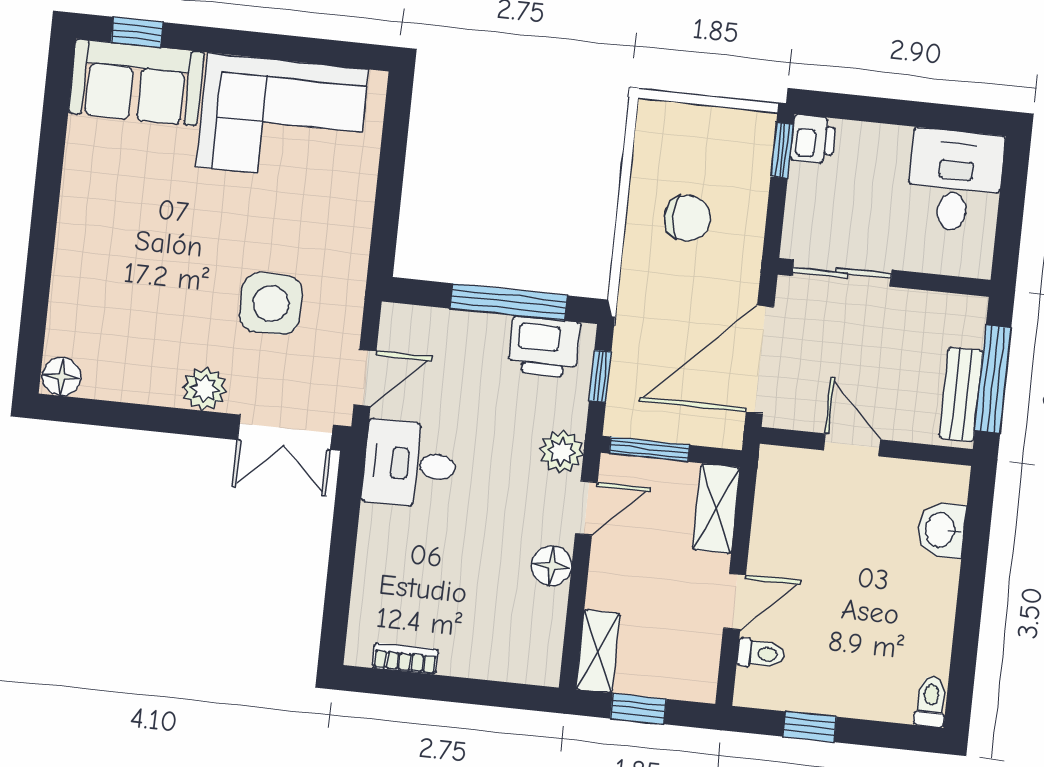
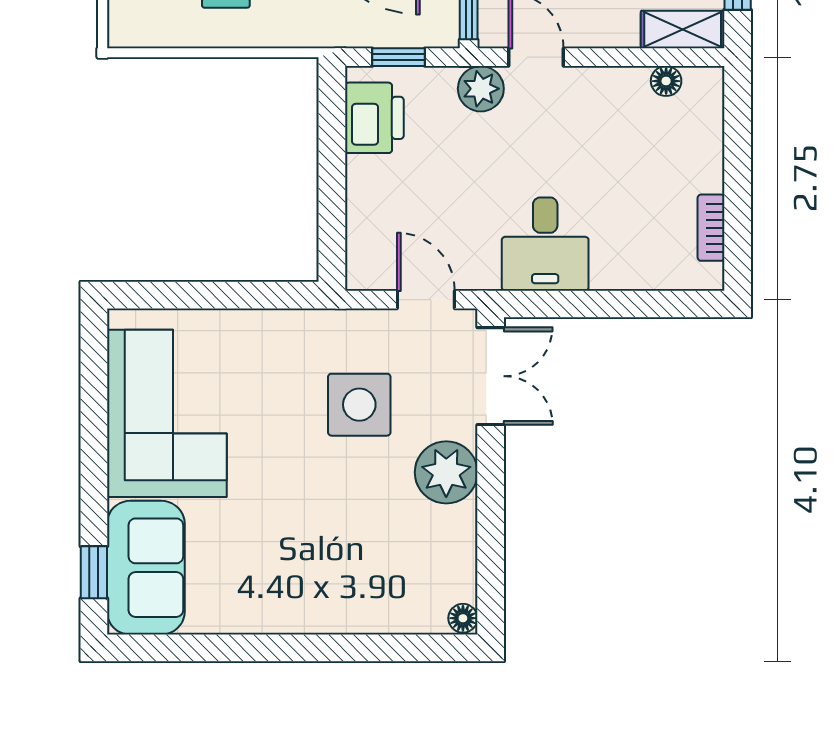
window: (509, 302) -> (332, 160), removed
floor lamp: (62, 377) -> (463, 618), width x0.73, depth x0.73
plant: (204, 389) -> (446, 472), width x1.36, depth x1.36
desk: (410, 464) -> (545, 244), moved
floor lamp: (552, 566) -> (666, 81), moved, width x0.73, depth x0.73

